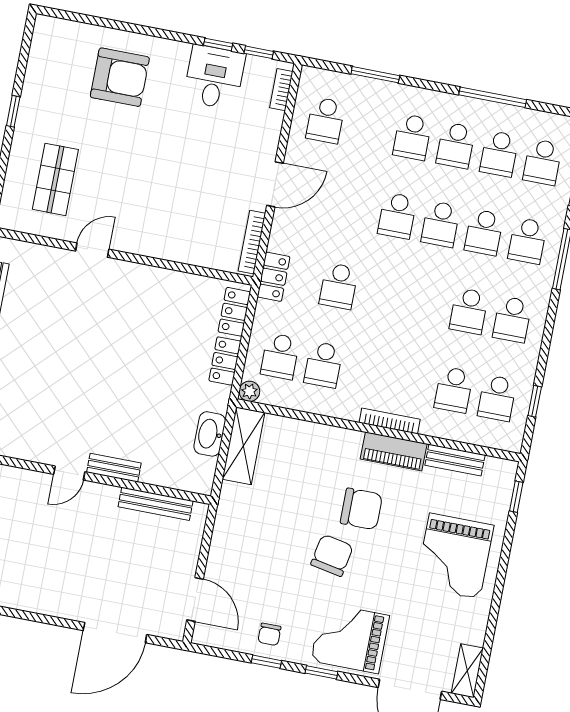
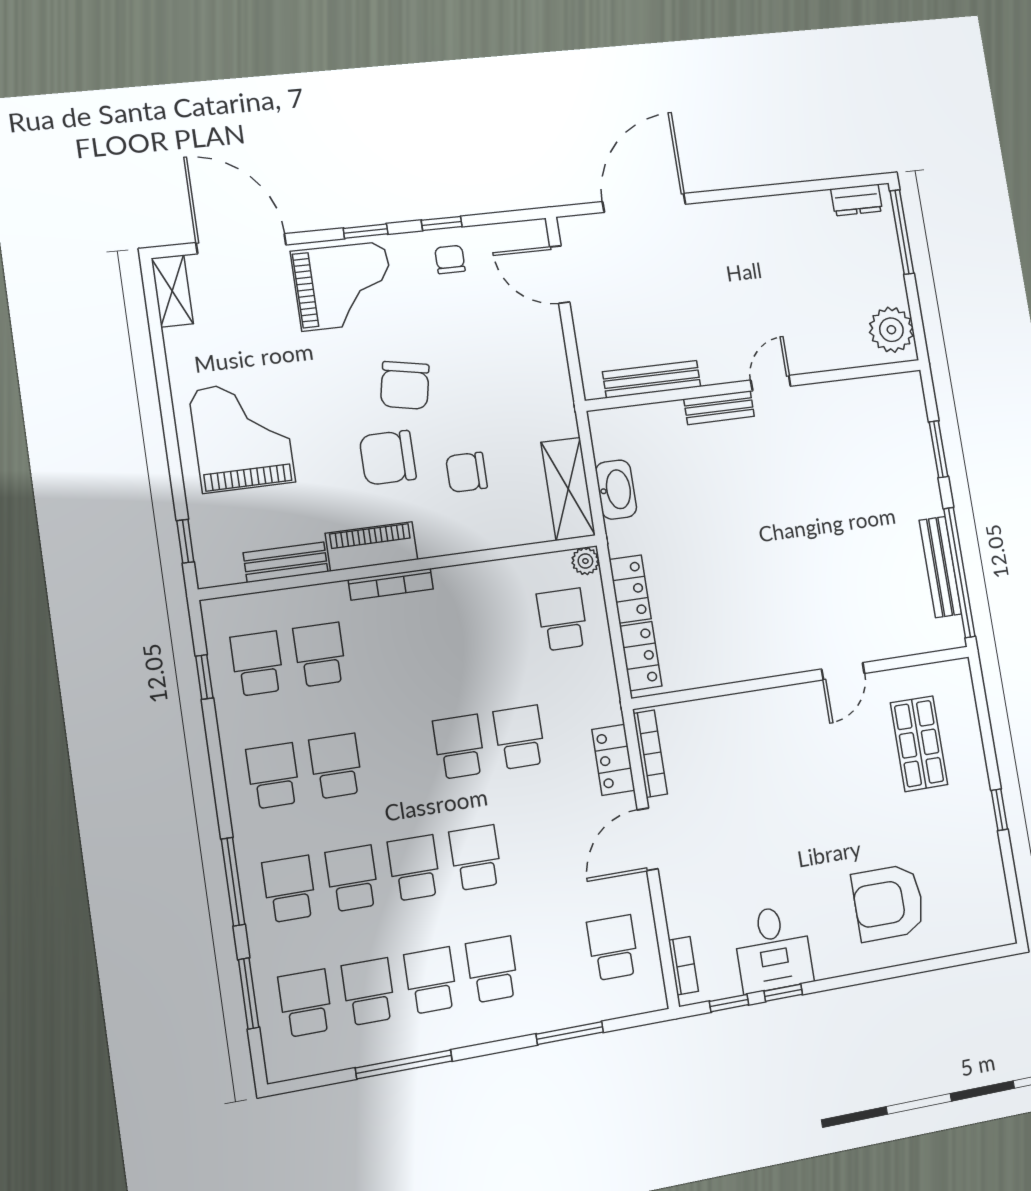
locker: (274, 277) -> (613, 760), moved
school desk: (323, 365) -> (459, 747), moved
chair: (311, 481) -> (466, 472), added

